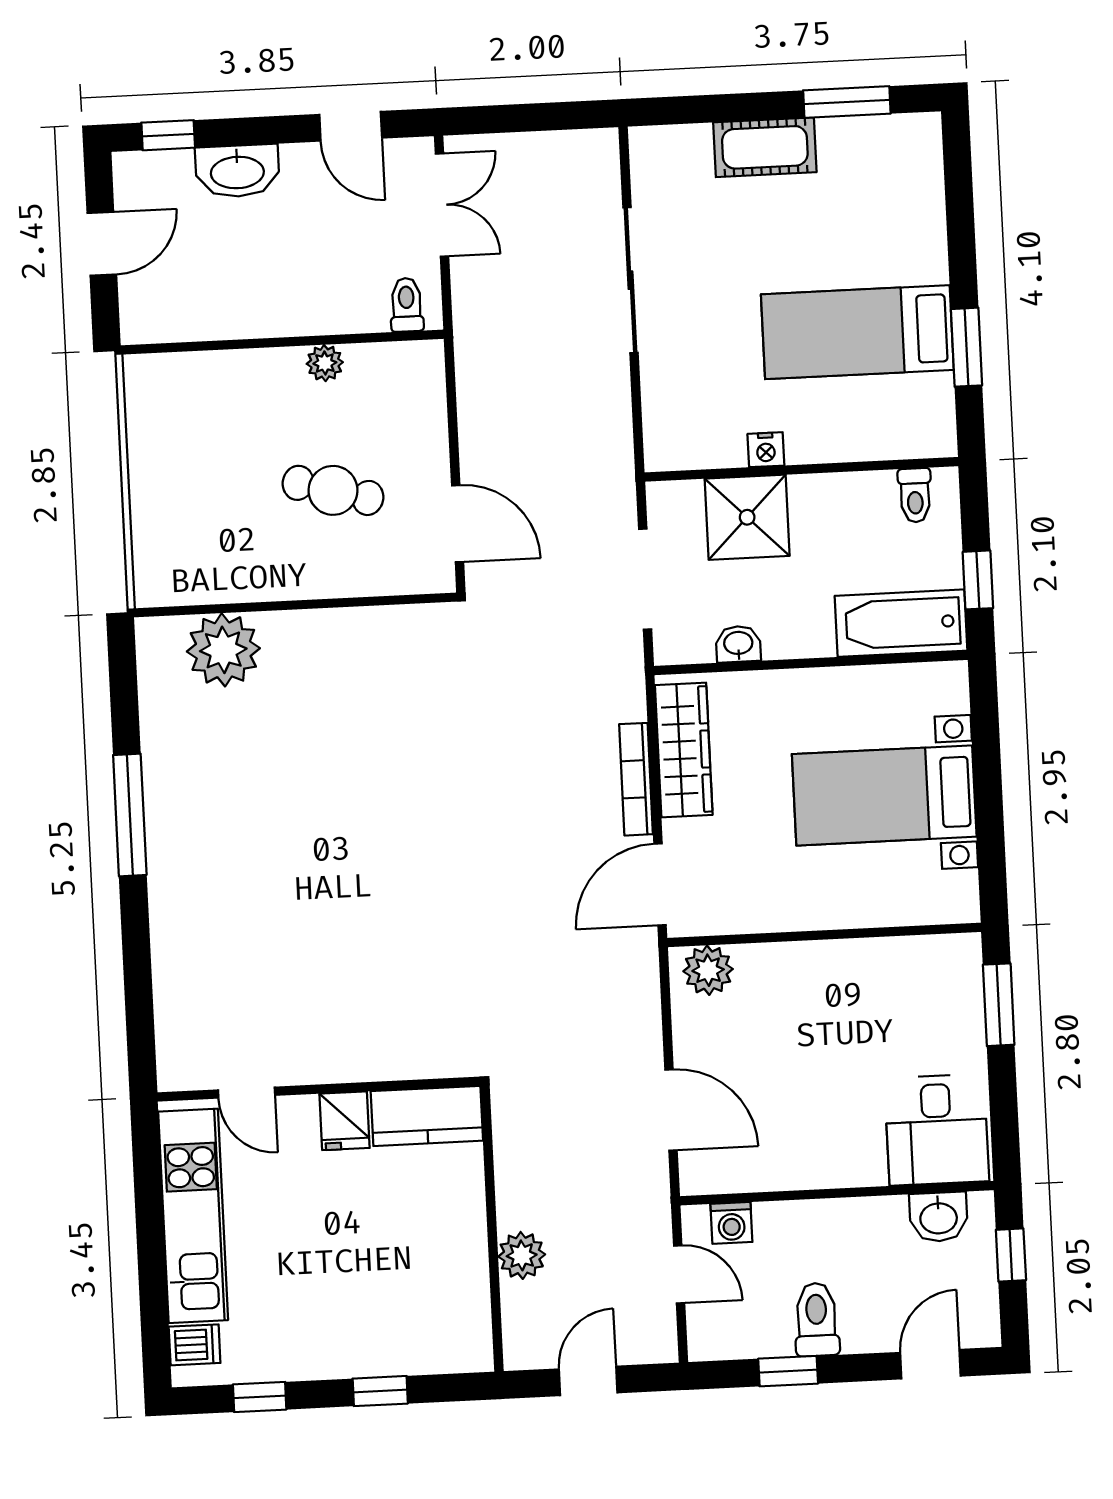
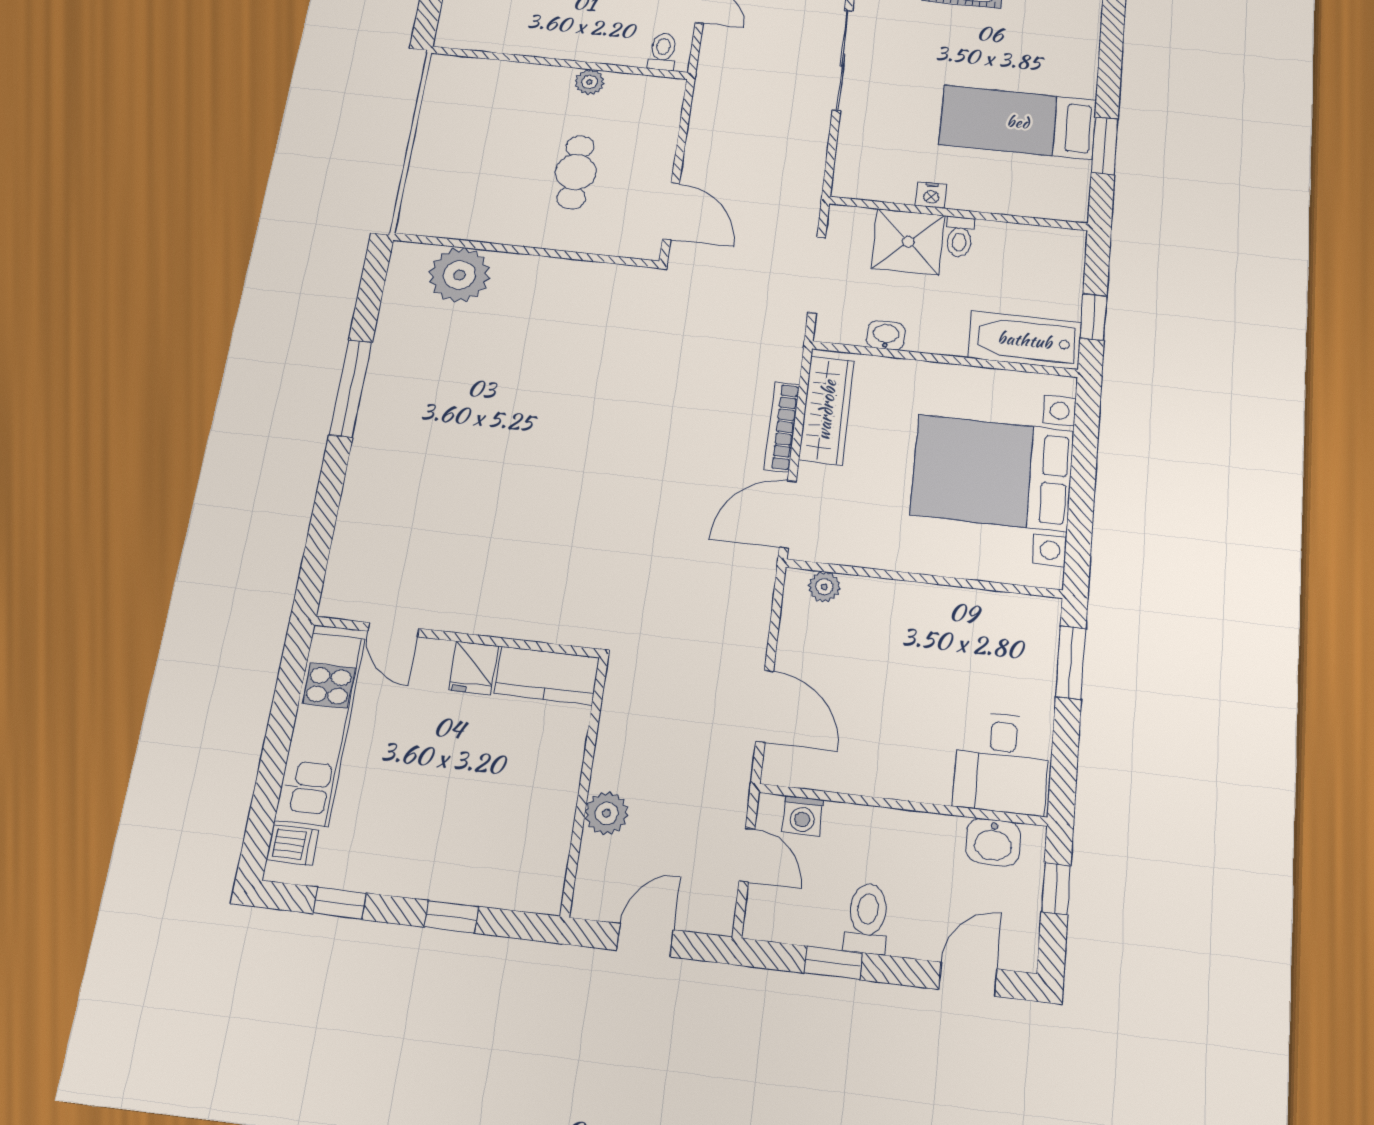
cafe table: (333, 490) -> (576, 172), turned 75
toilet: (915, 495) -> (960, 237), moved
bed with nightstands: (884, 795) -> (992, 473), width x1.36
plant: (708, 970) -> (824, 587), width x0.73, depth x0.73

